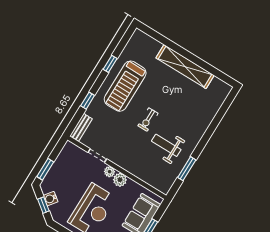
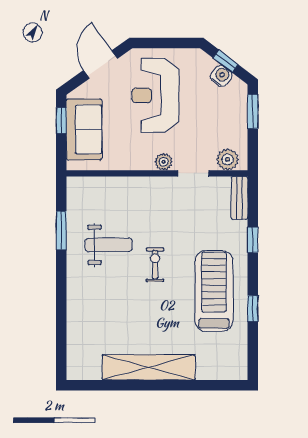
plant: (120, 180) -> (227, 159), moved

